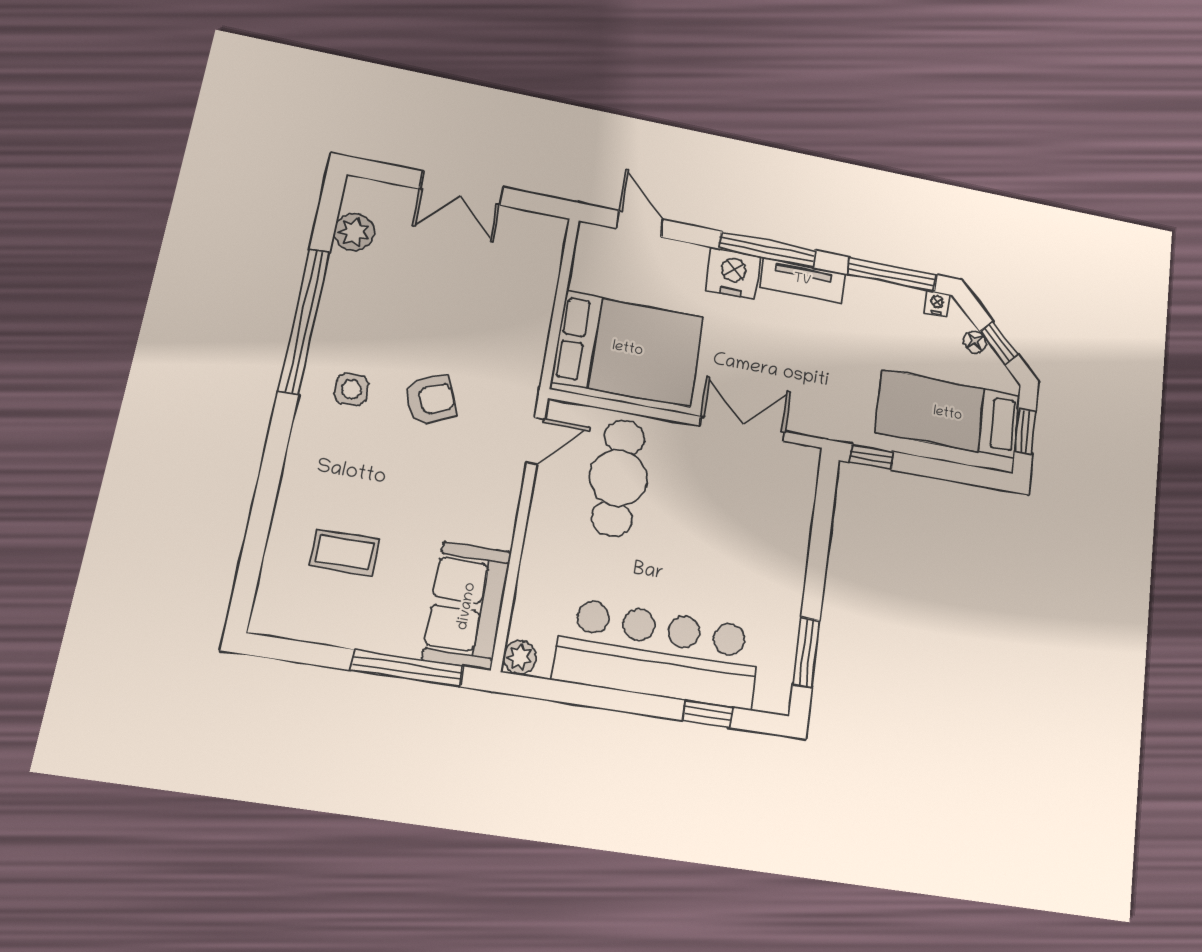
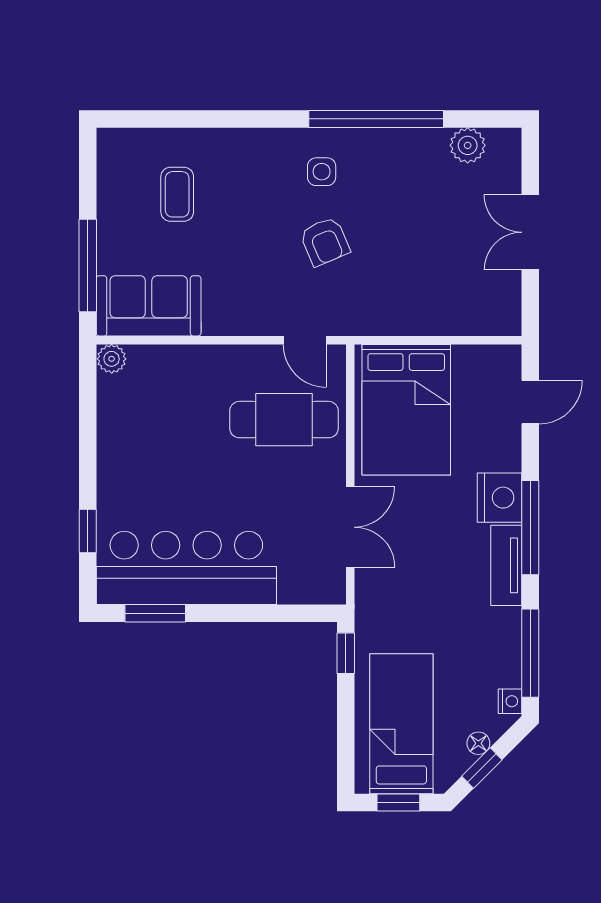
bar counter: (658, 654) -> (186, 568), moved, turned -90

